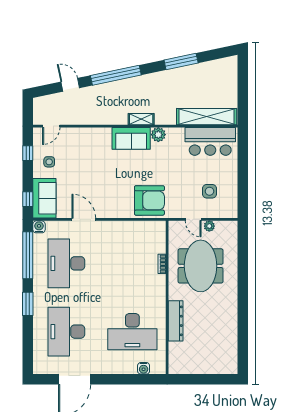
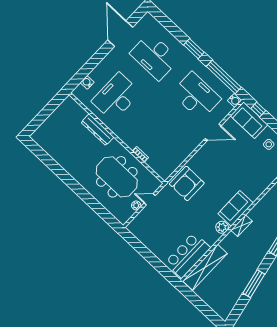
side table: (209, 191) -> (158, 226), removed
desk: (66, 332) -> (154, 56), turned 180

